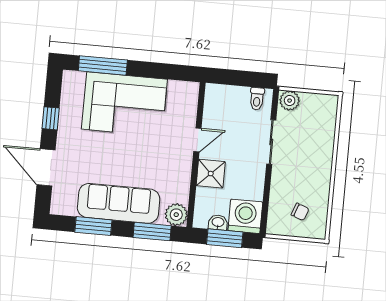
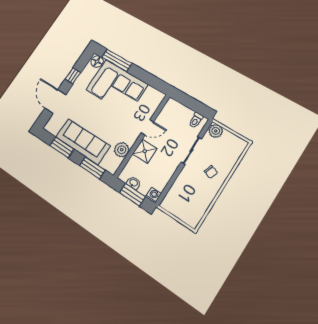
floor lamp: (75, 80) -> (97, 61), added
chair: (300, 212) -> (211, 172), moved
plant: (176, 215) -> (122, 150), moved
washing machine: (245, 216) -> (153, 195), width x0.53, depth x0.53

